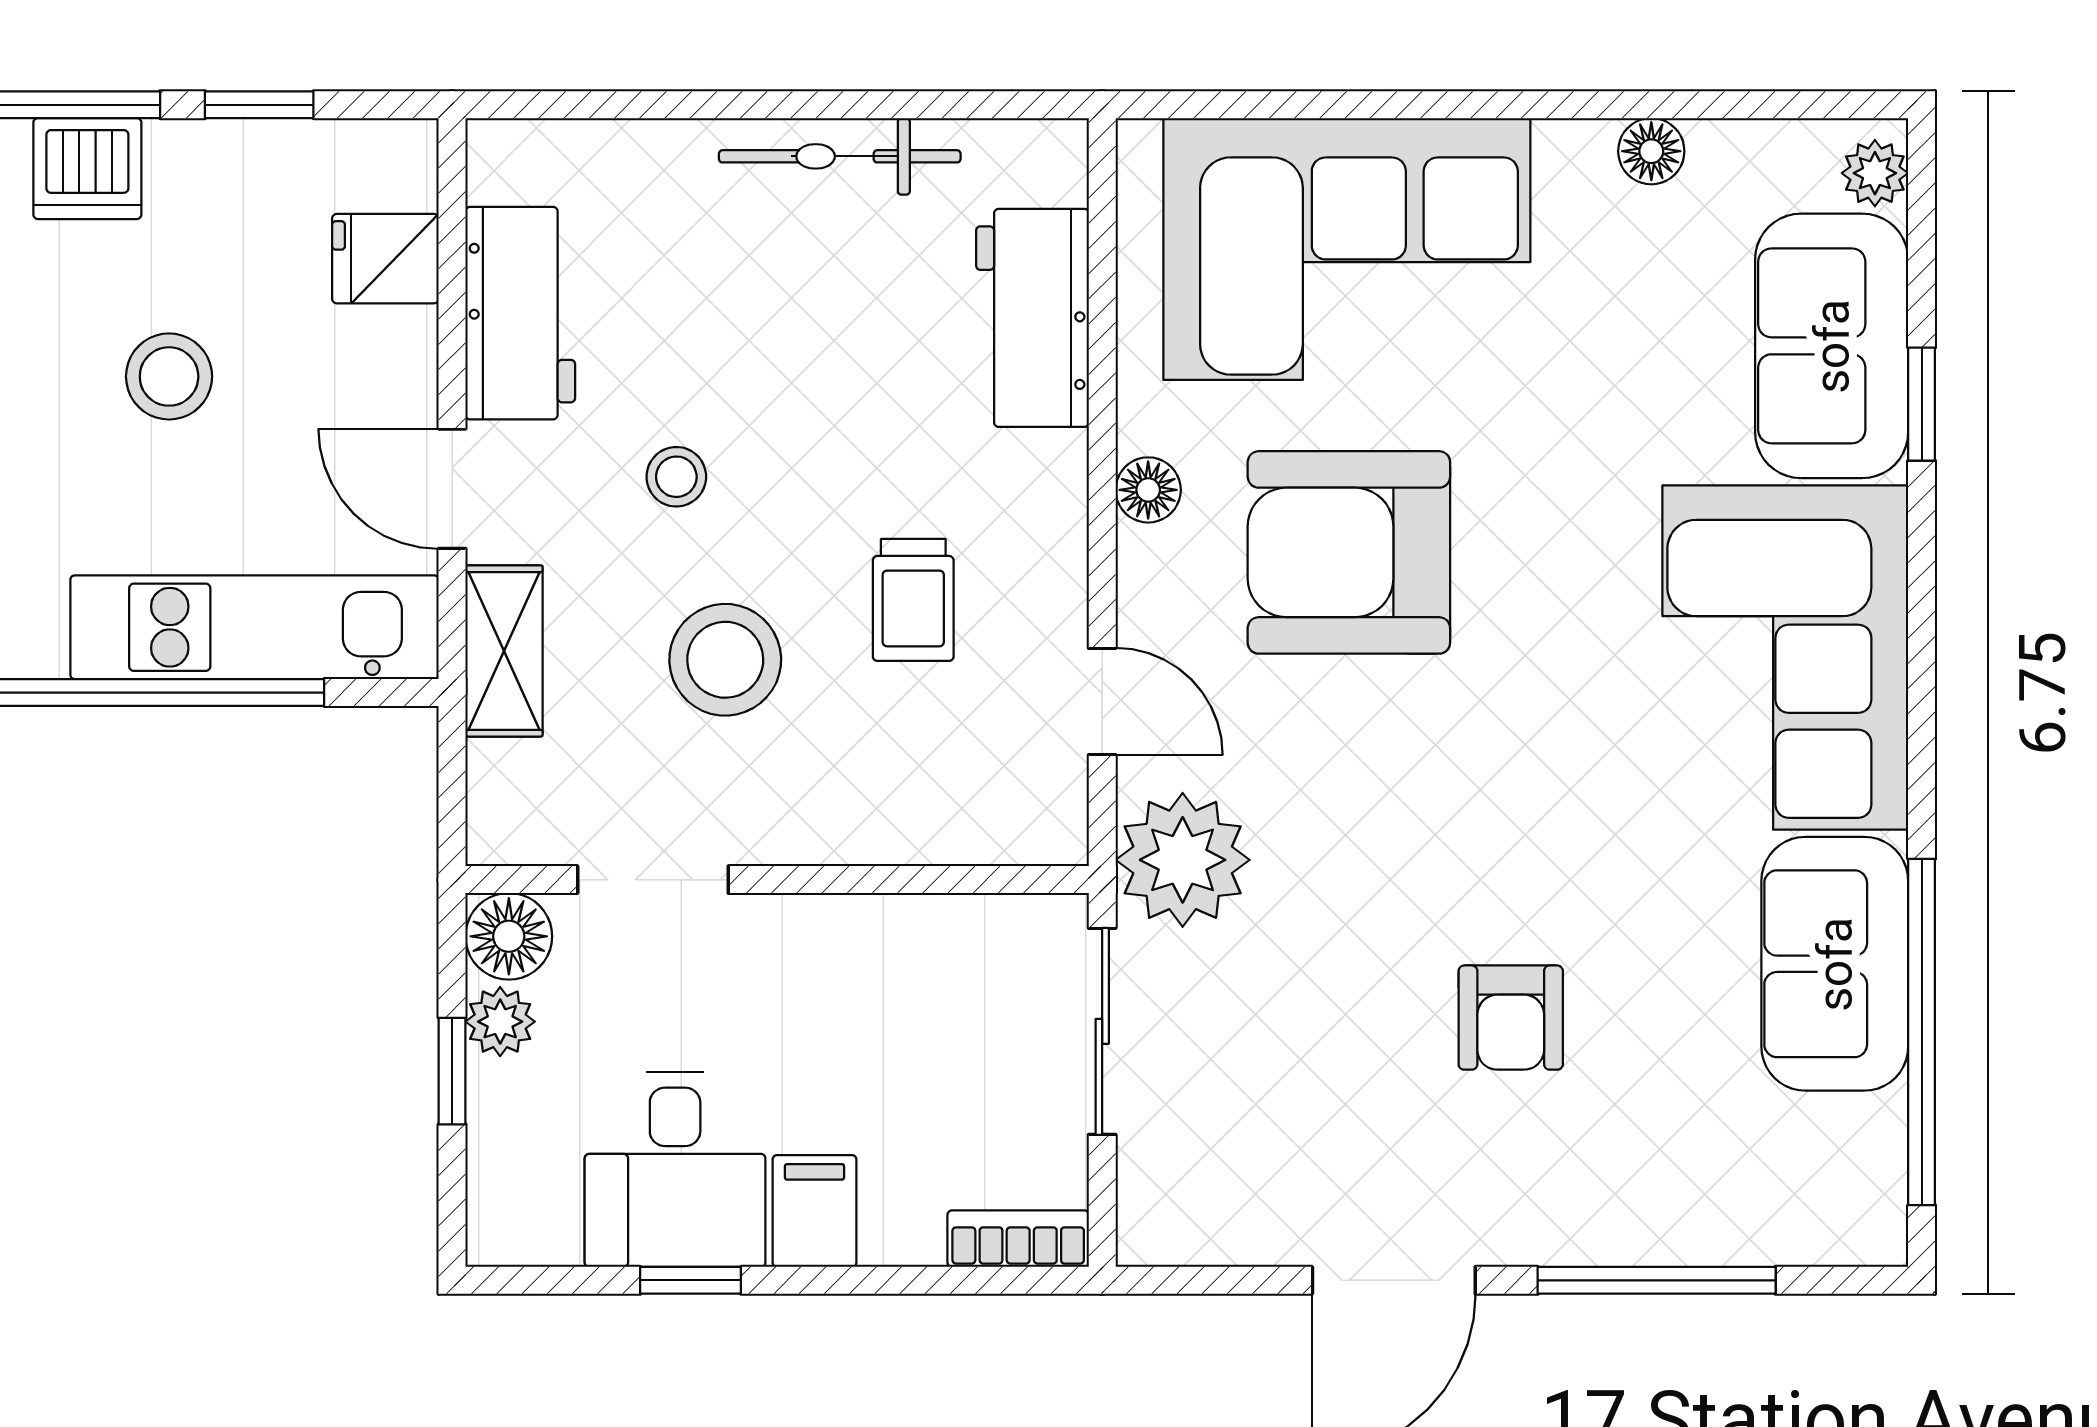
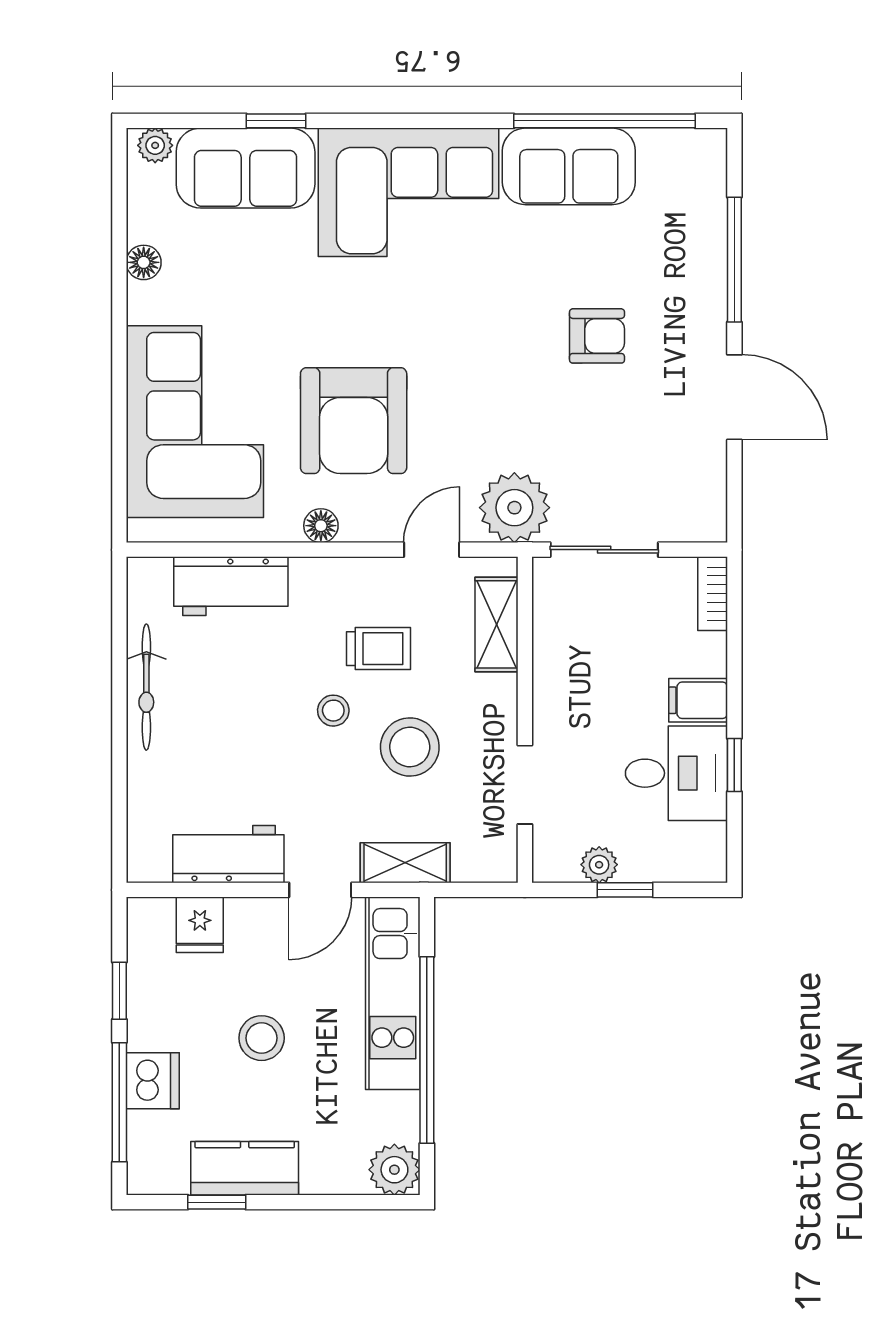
stool: (676, 477) -> (333, 711), moved
shelving: (959, 826) -> (496, 624), added
floor lamp: (509, 936) -> (554, 860), removed

